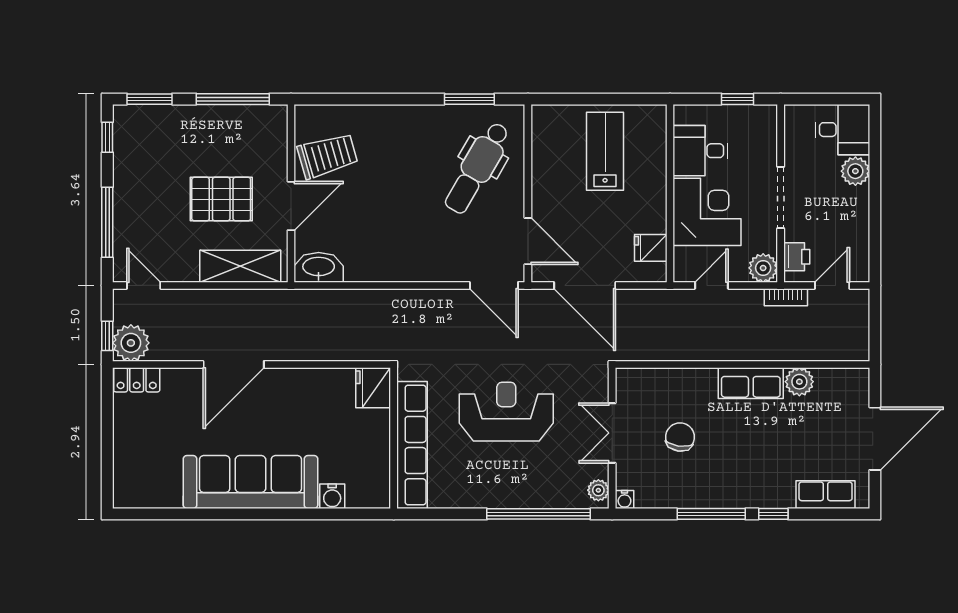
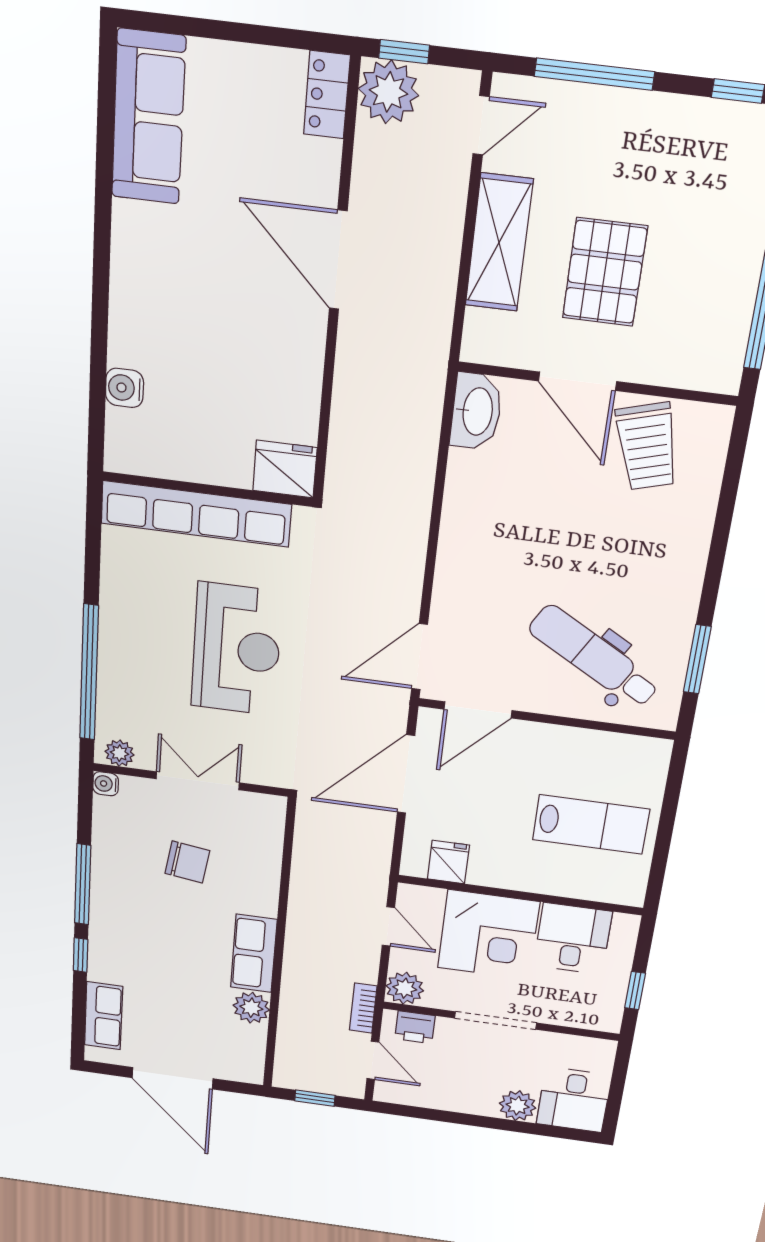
shelving: (240, 266) -> (499, 243), moved
window: (875, 327) -> (315, 1098), added
sofa: (251, 482) -> (148, 117), moved, width x0.74, depth x0.79

